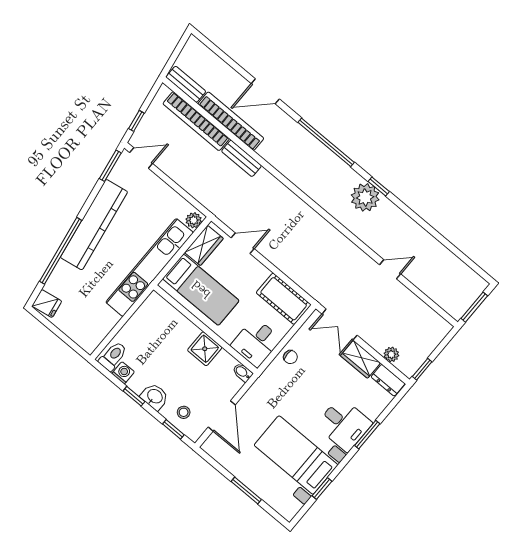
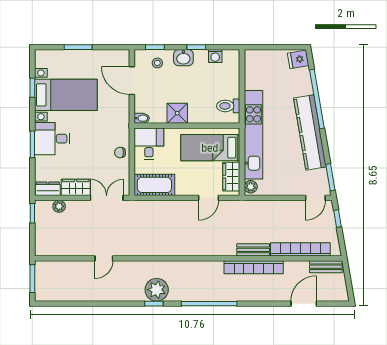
door: (265, 91) -> (304, 304), moved
bookcase: (231, 121) -> (254, 267), moved
toilet: (113, 356) -> (228, 106), moved, turned 90

